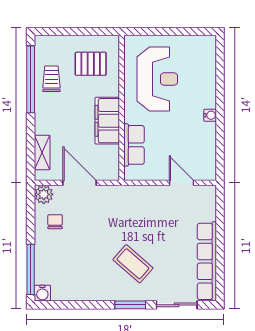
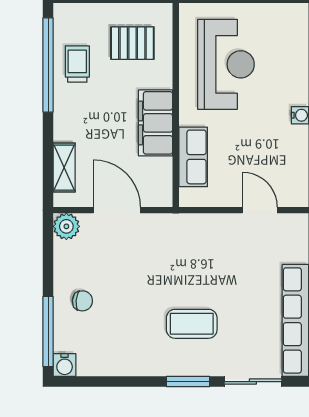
chair: (55, 222) -> (82, 301), moved, turned 95
coffee table: (133, 264) -> (192, 324), turned -41

